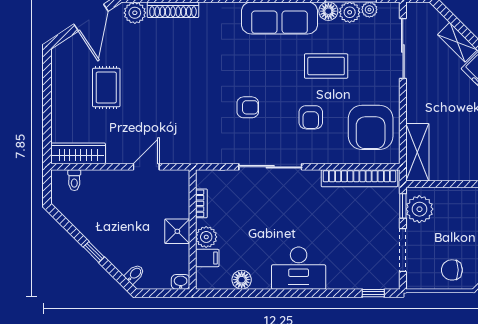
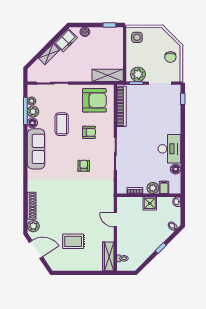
desk: (299, 268) -> (169, 149), moved

